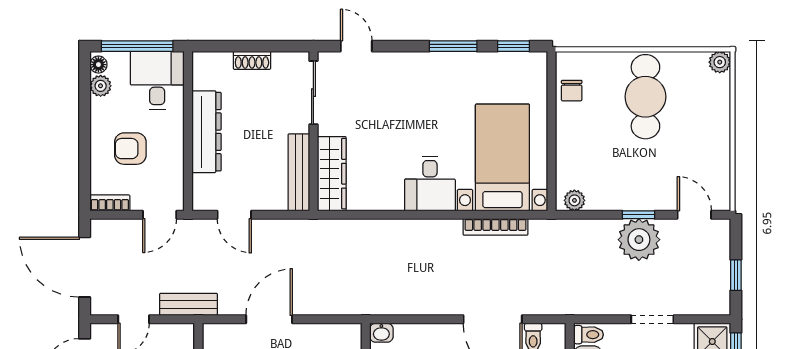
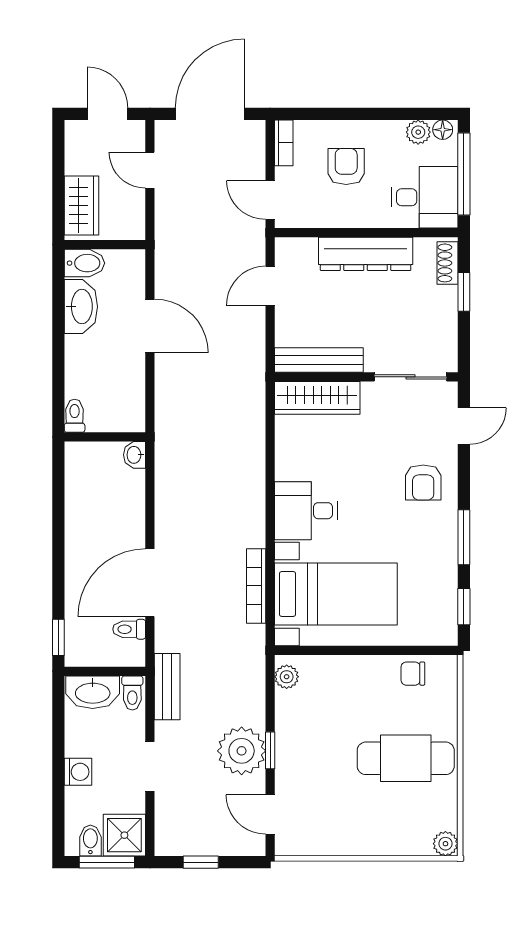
window: (240, 46) -> (464, 292), added
shoe rack: (252, 60) -> (448, 263), moved
armchair: (405, 82) -> (423, 482), added
door: (694, 215) -> (270, 814), swing flipped
bench: (189, 304) -> (167, 687), moved

